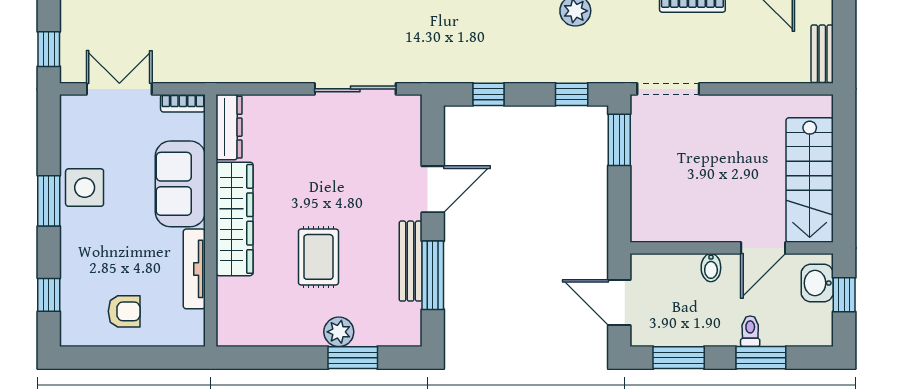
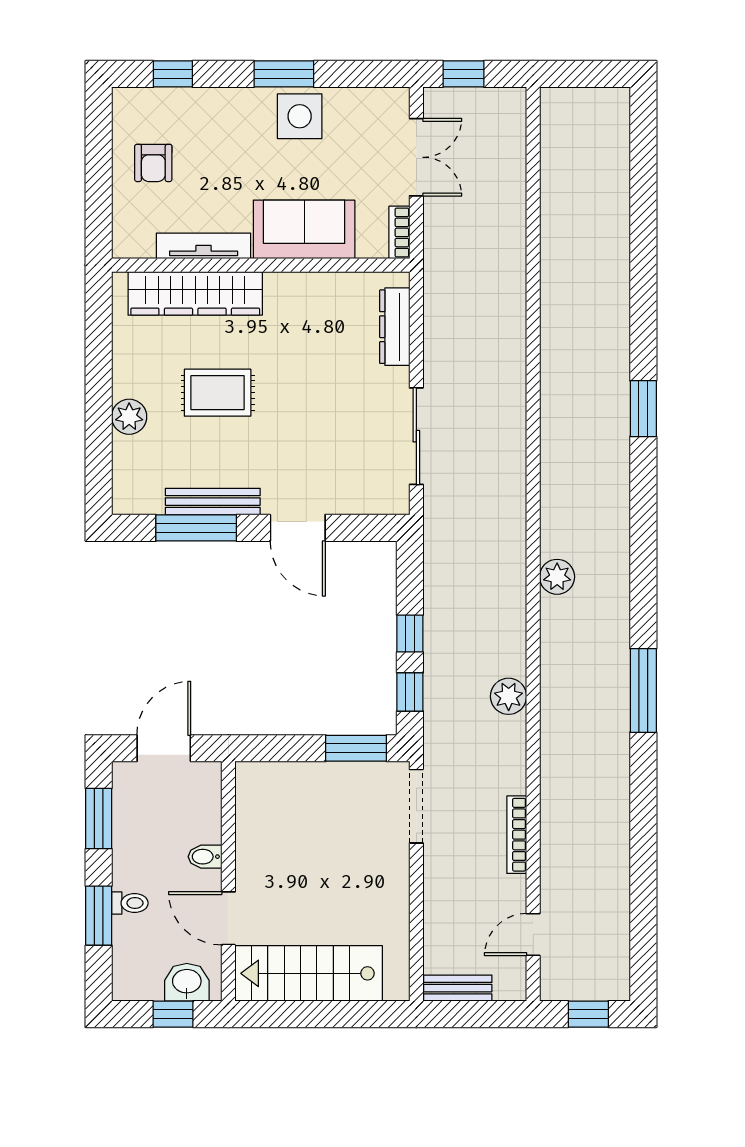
window: (488, 94) -> (410, 634), moved
dresser: (229, 127) -> (395, 327), moved, turned 90
wardrobe: (234, 219) -> (195, 293), moved
window: (353, 358) -> (99, 433), removed

